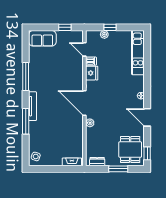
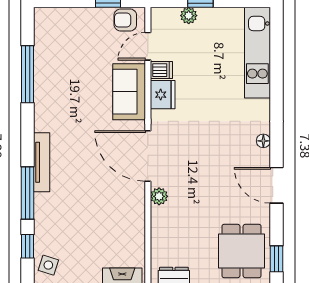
armchair: (73, 37) -> (125, 20), added
sofa: (42, 38) -> (129, 92), moved, turned 90
door: (84, 49) -> (148, 46), hinge flipped
window: (26, 76) -> (28, 74), moved
window: (26, 147) -> (28, 246), added

